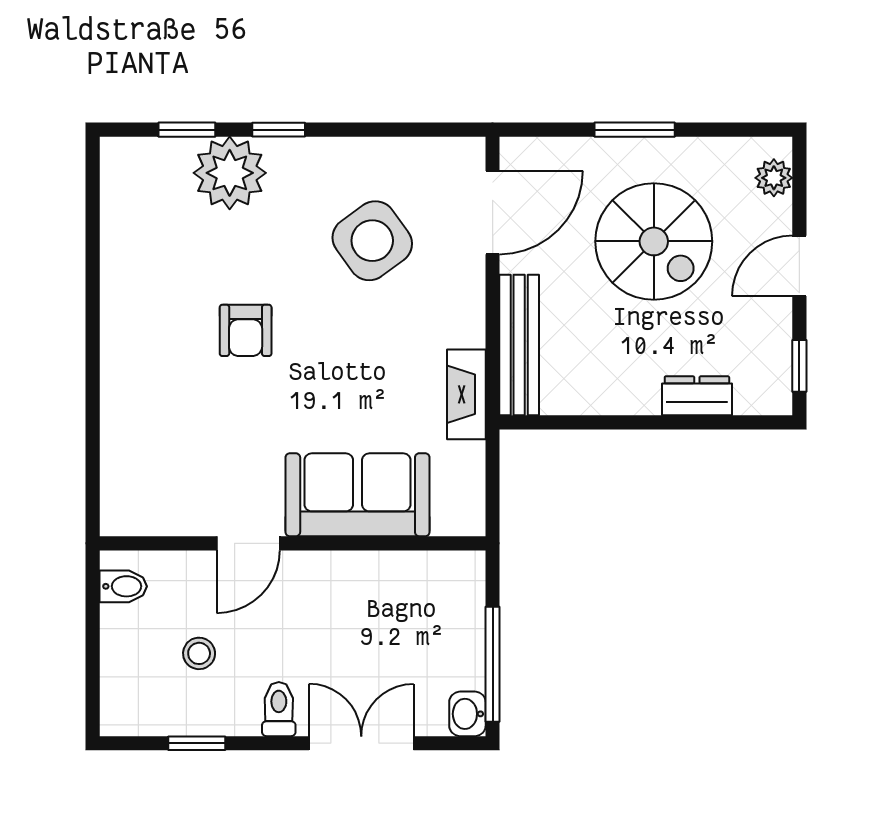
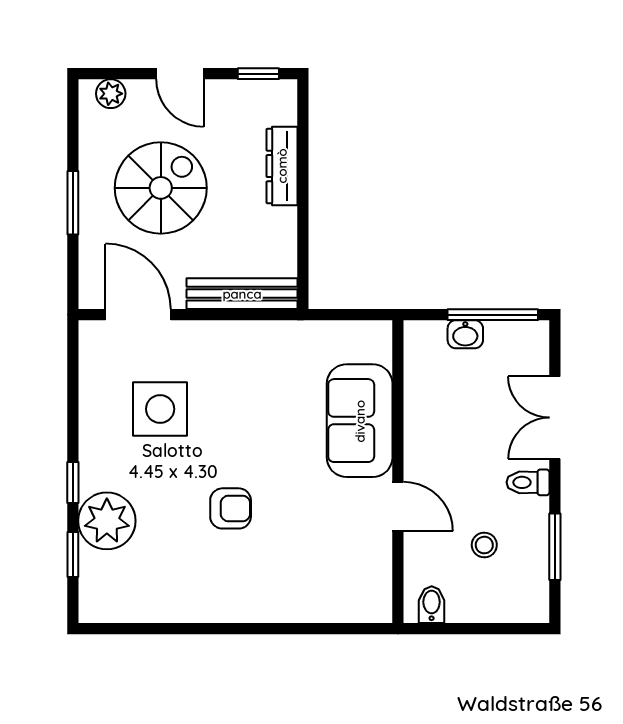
side table: (372, 241) -> (160, 409), turned 36
fireplace: (466, 394) -> (281, 335), removed
dresser: (697, 396) -> (282, 166), width x1.44
washbasin: (467, 714) -> (465, 334), moved
window: (197, 743) -> (555, 547), width x1.50

